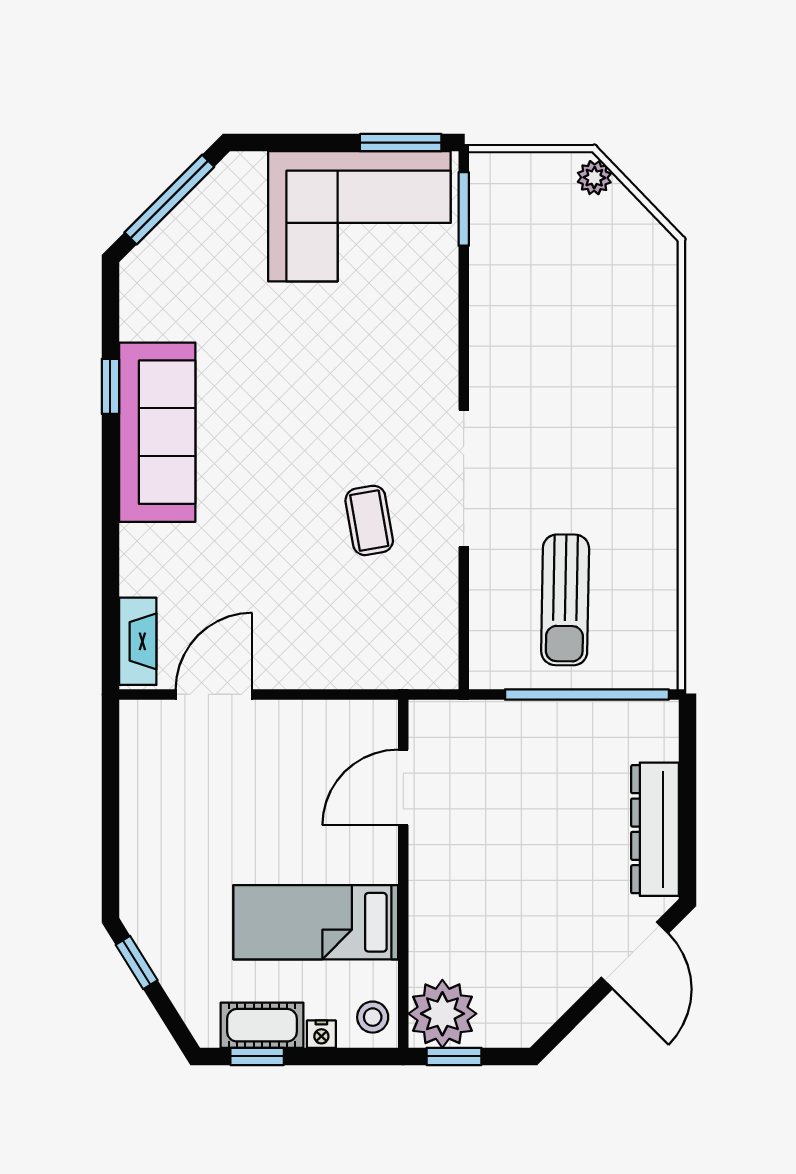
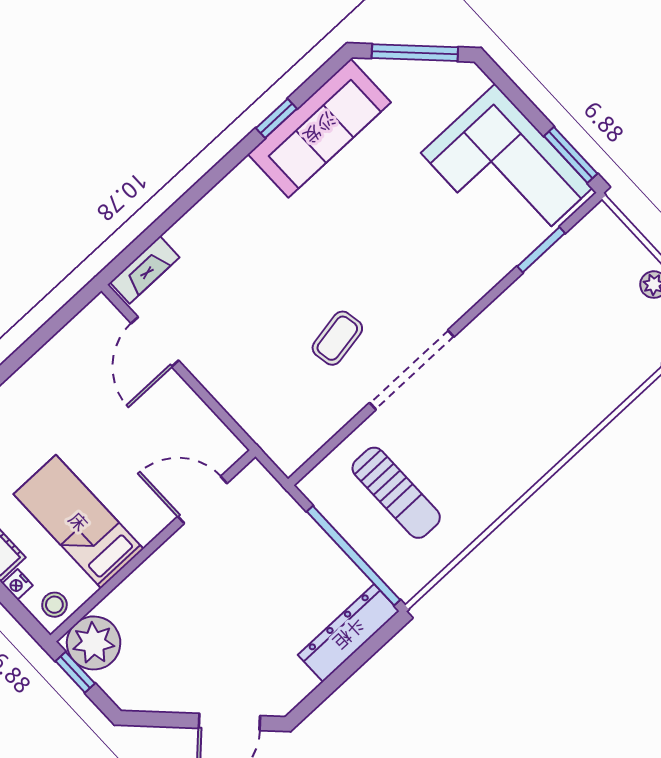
window: (464, 209) -> (541, 250), moved
sofa: (157, 432) -> (319, 128), moved
sun lounger: (565, 600) -> (396, 493), turned -91
door: (214, 694) -> (155, 342), swing flipped
dresser: (655, 829) -> (349, 633), moved

